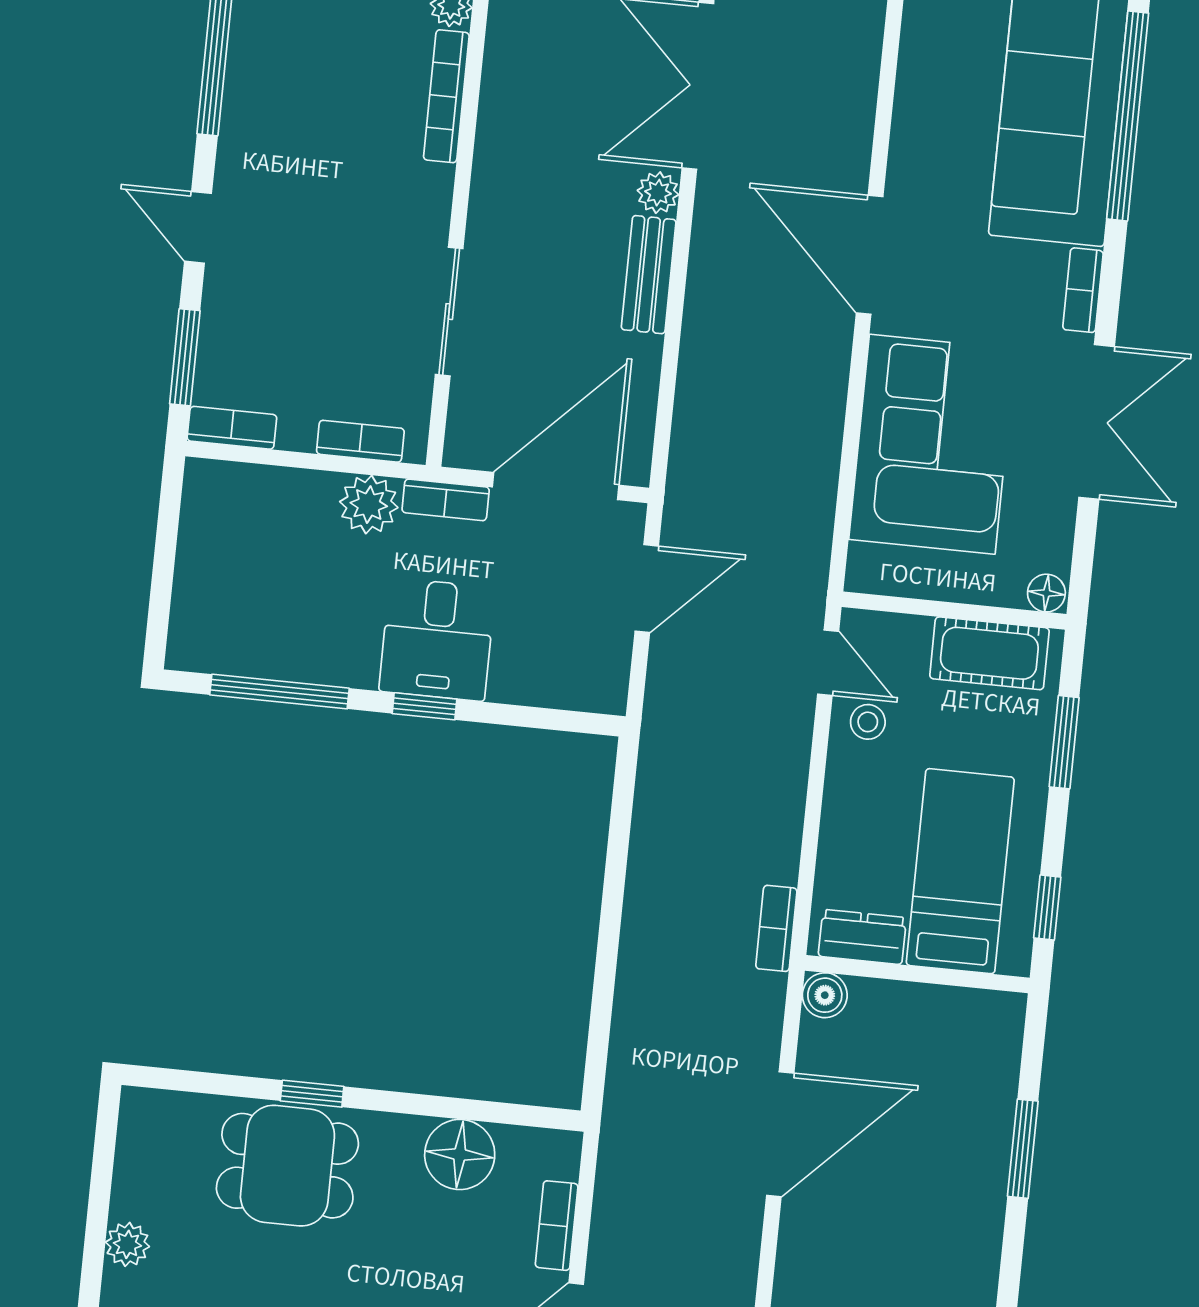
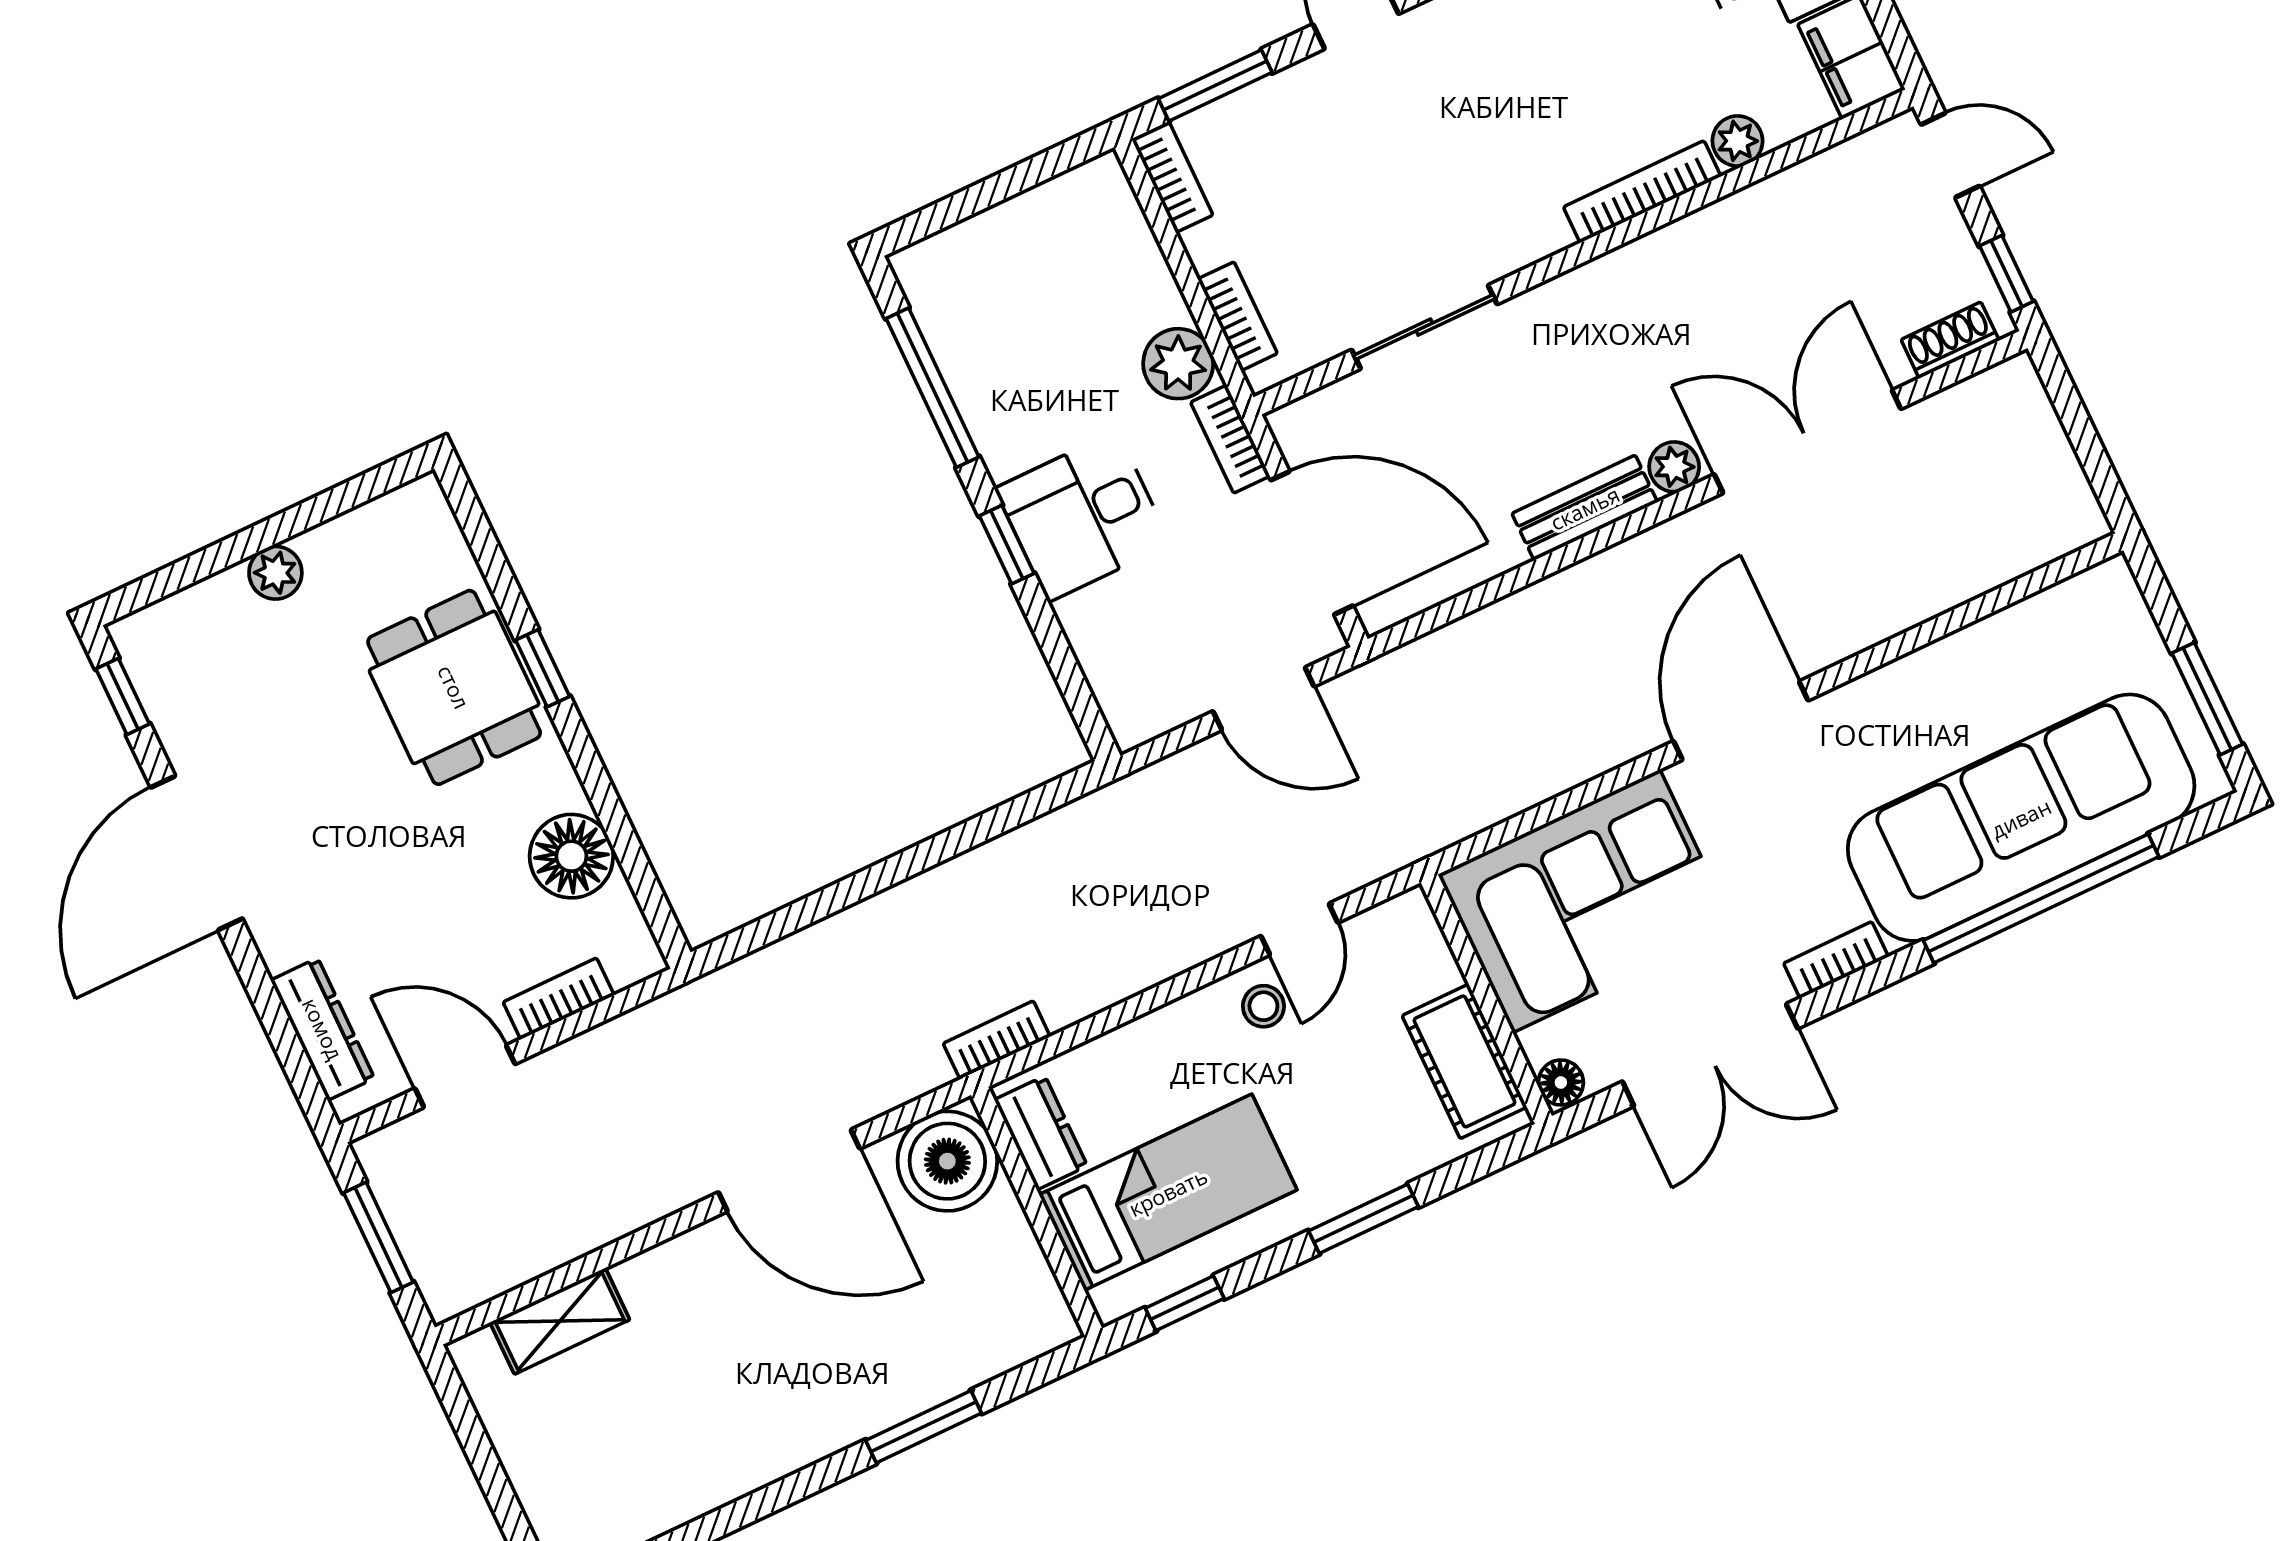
floor lamp: (1046, 593) -> (1561, 1083), moved
wall: (954, 611) -> (1486, 999), moved
cot: (989, 653) -> (1464, 1061), moved
boiler: (825, 995) -> (947, 1161), width x1.86, depth x1.86

